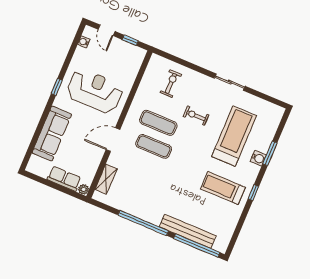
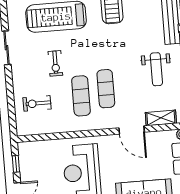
door: (113, 140) -> (132, 130), moved
weight bench: (148, 196) -> (156, 69), added

